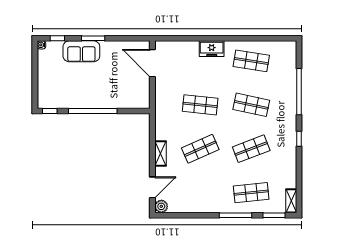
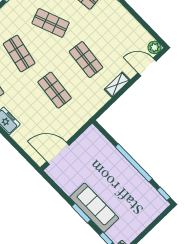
sofa: (81, 51) -> (94, 208), width x1.36
door: (152, 63) -> (58, 153), swing flipped
shop shelf: (200, 149) -> (86, 60), turned 30

